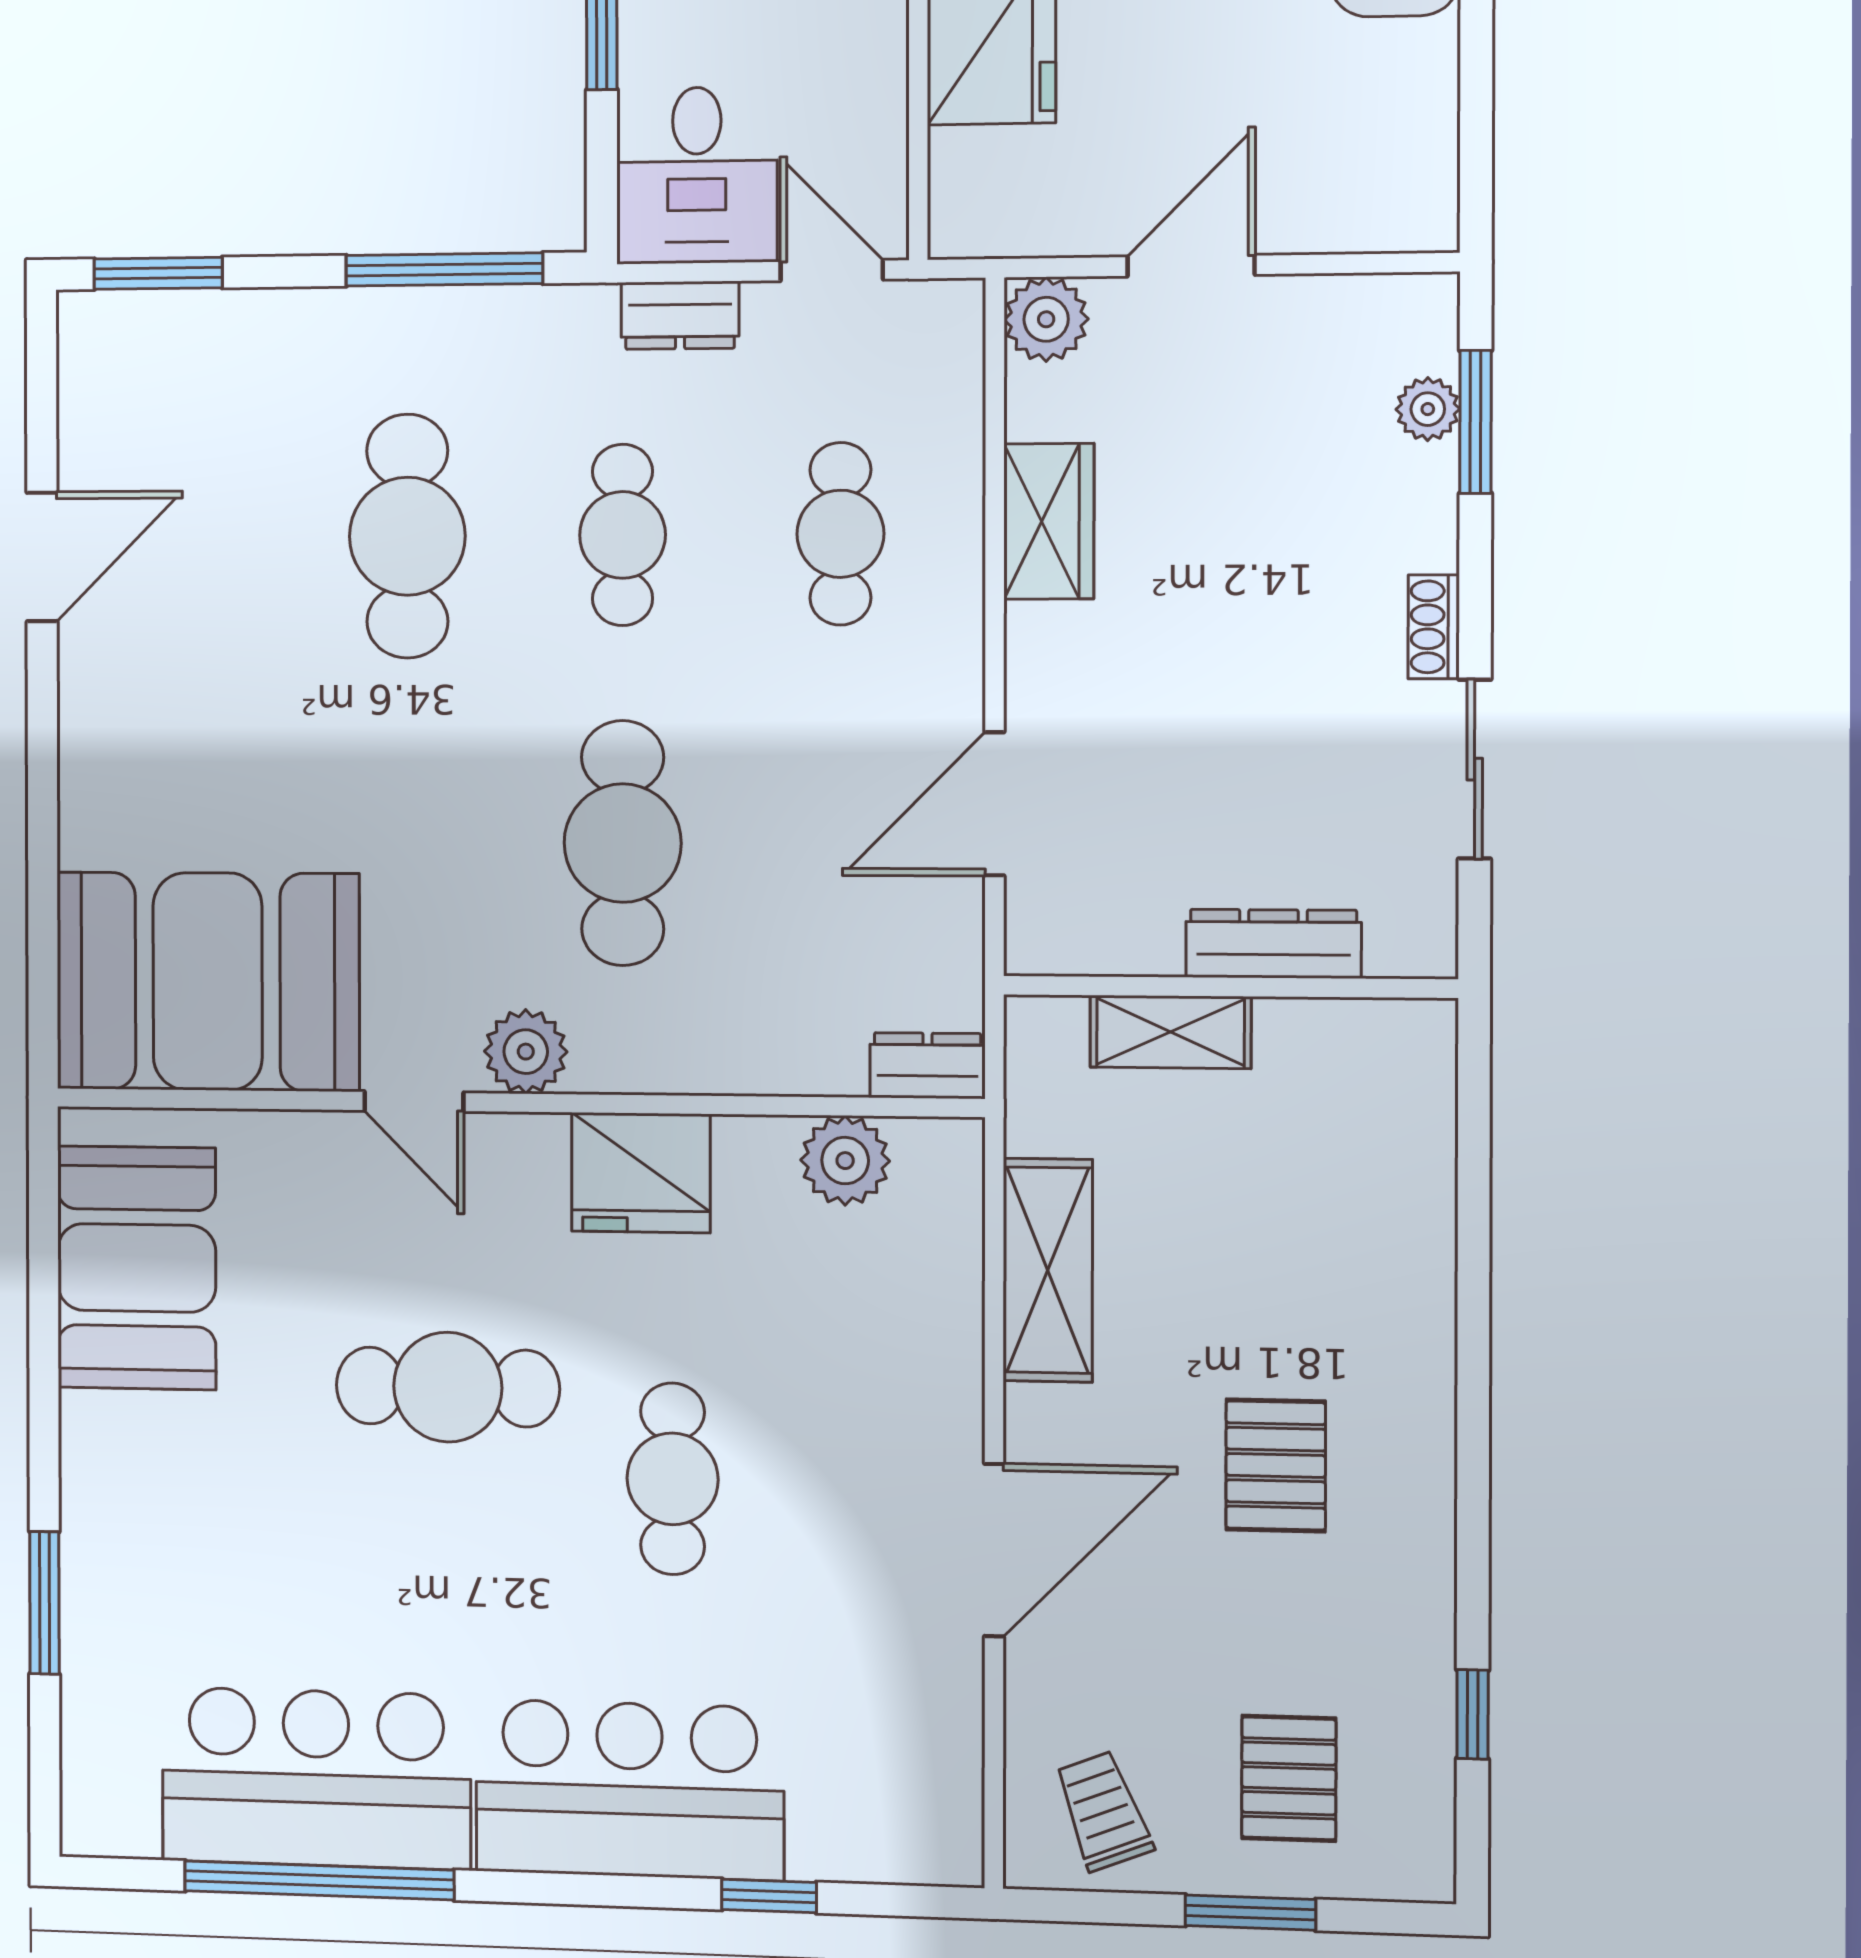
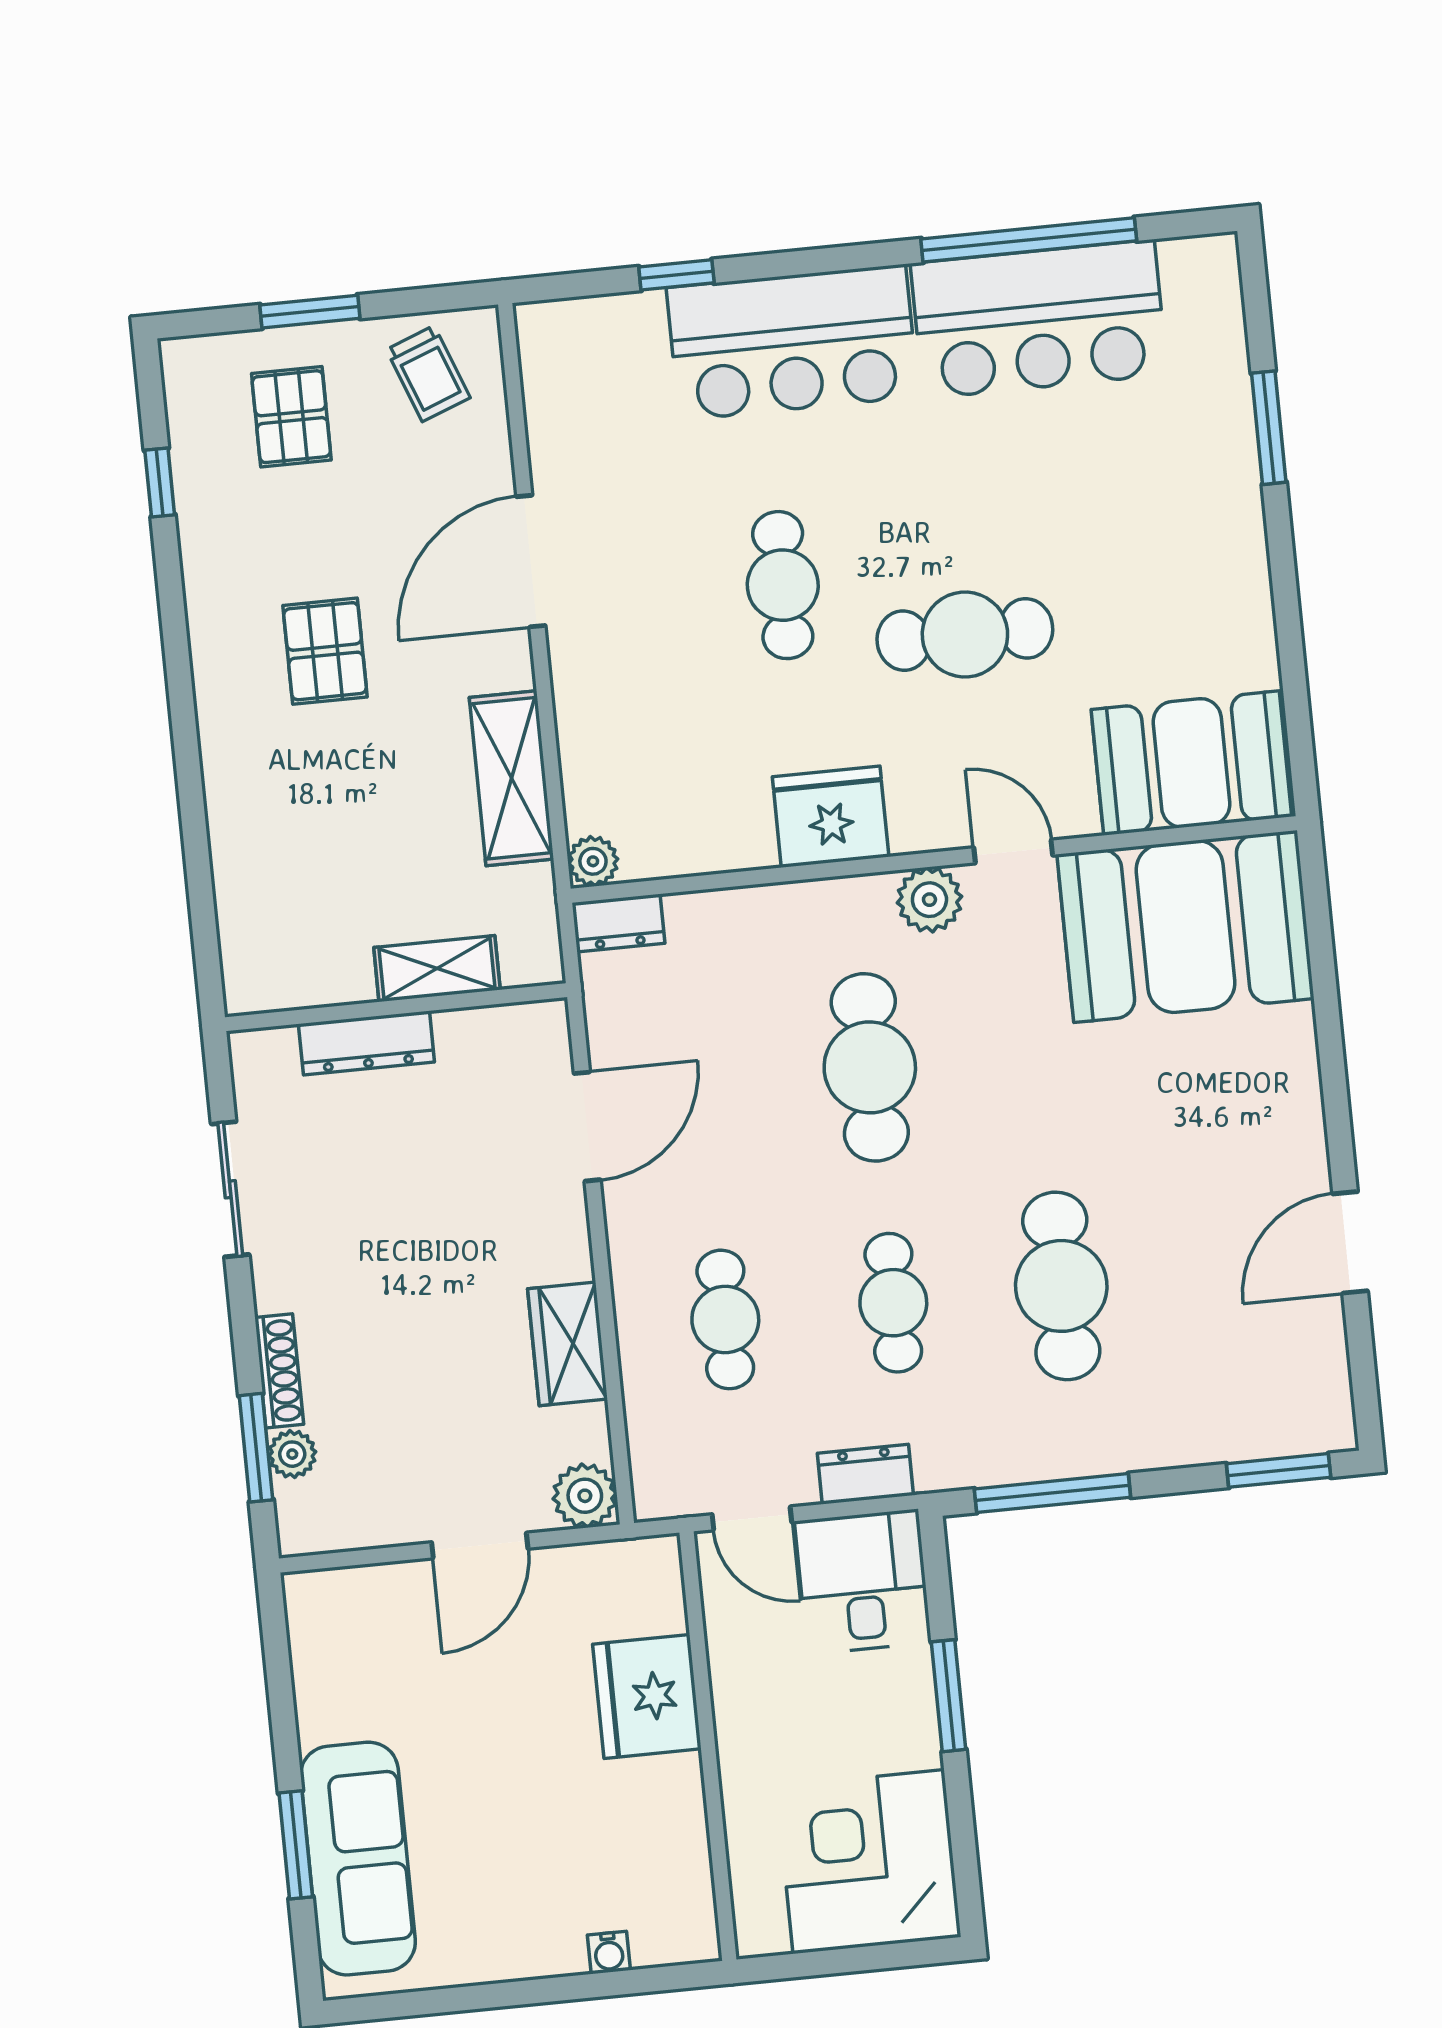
shoe rack: (1434, 627) -> (279, 1371), moved, width x1.43
plant: (845, 1161) -> (593, 861), moved, width x0.73, depth x0.73
booth: (137, 1268) -> (1191, 763), moved, turned 90

